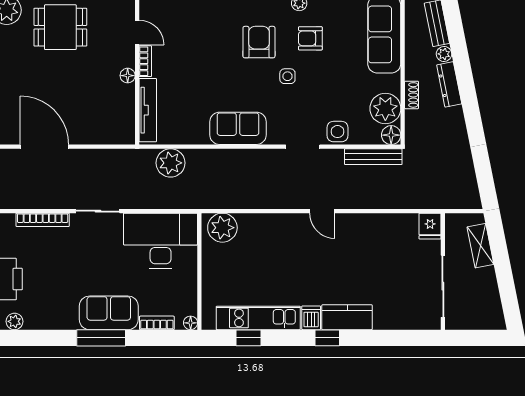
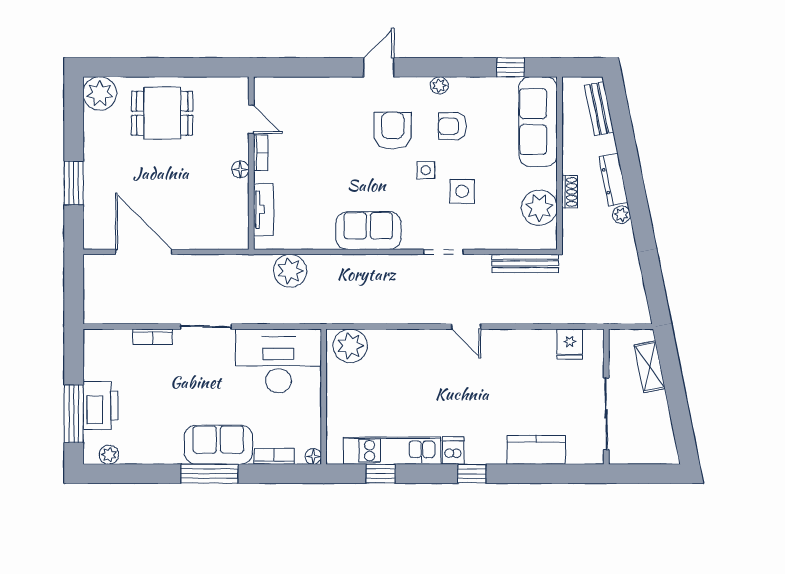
plant: (444, 54) -> (621, 215), moved
tv unit: (148, 110) -> (264, 209), width x0.71
side table: (338, 132) -> (462, 191), moved
floor lamp: (391, 135) -> (546, 238), removed
bookcase: (43, 220) -> (153, 337), width x0.64
fridge: (430, 226) -> (570, 344), moved
kitchen counter: (347, 317) -> (536, 450), moved

